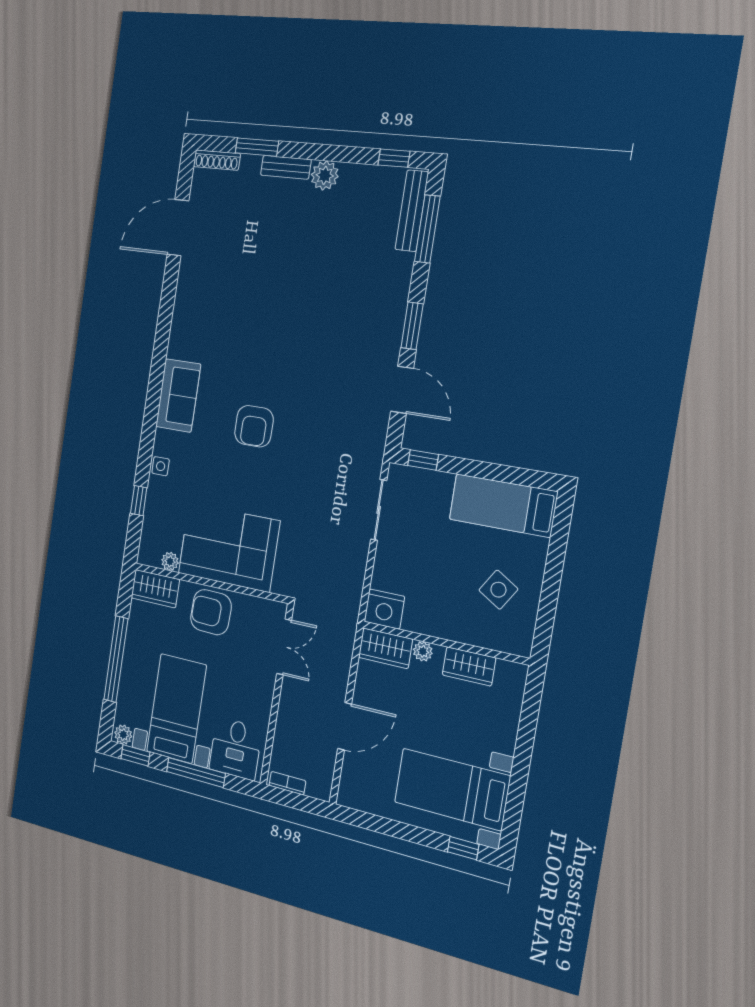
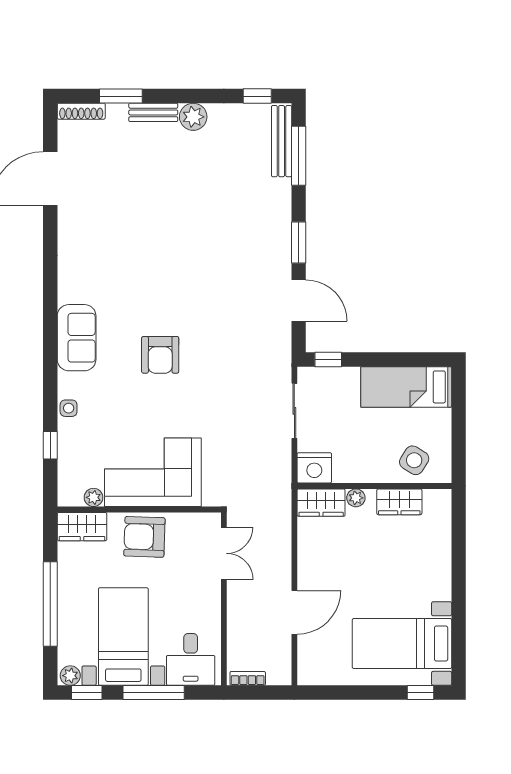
nightstand: (384, 609) -> (314, 468), moved
wall: (445, 643) -> (374, 486), moved
wardrobe: (385, 648) -> (321, 503), moved
plant: (423, 651) -> (356, 498), moved
wardrobe: (469, 666) -> (399, 502), moved

